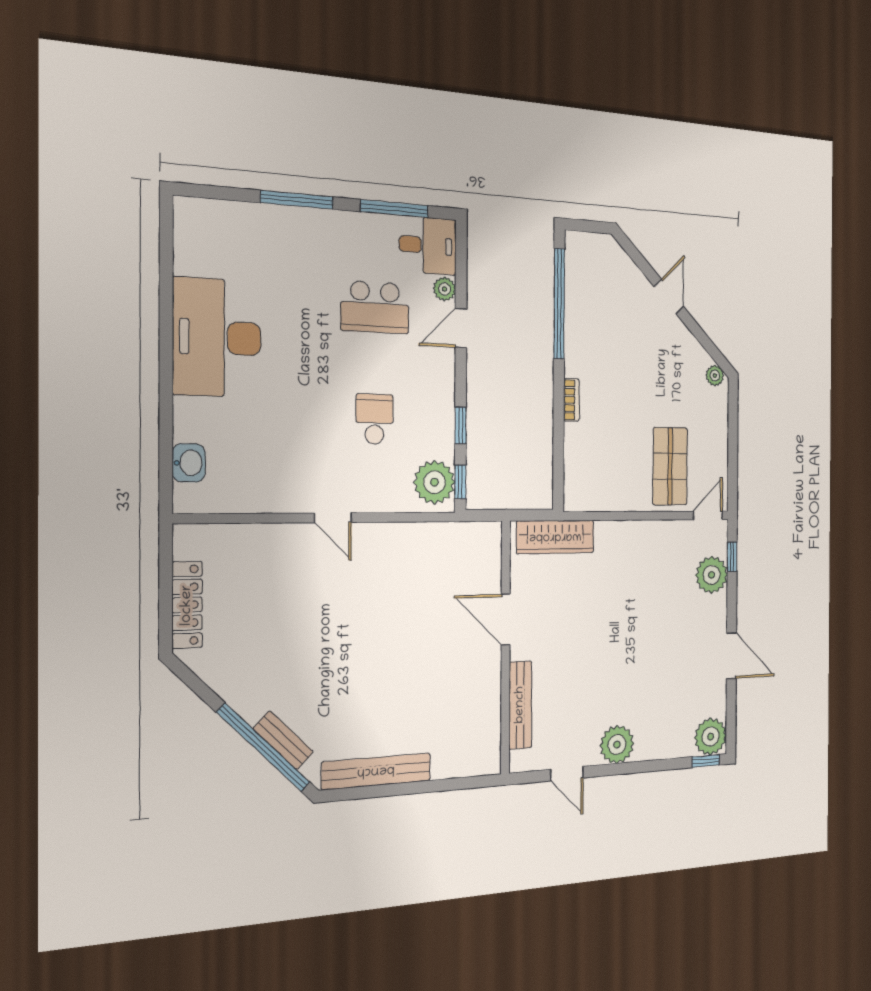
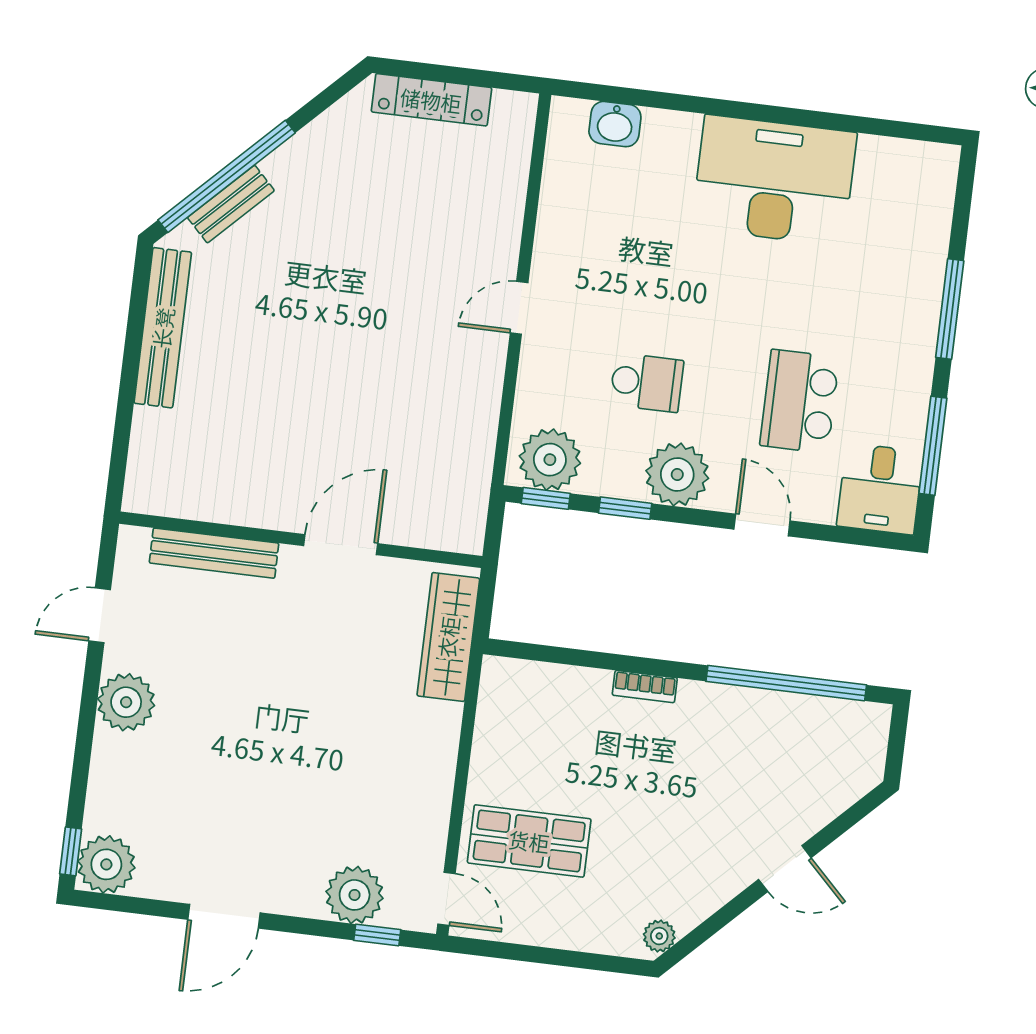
plant: (445, 289) -> (677, 474), moved, width x1.87, depth x1.87

